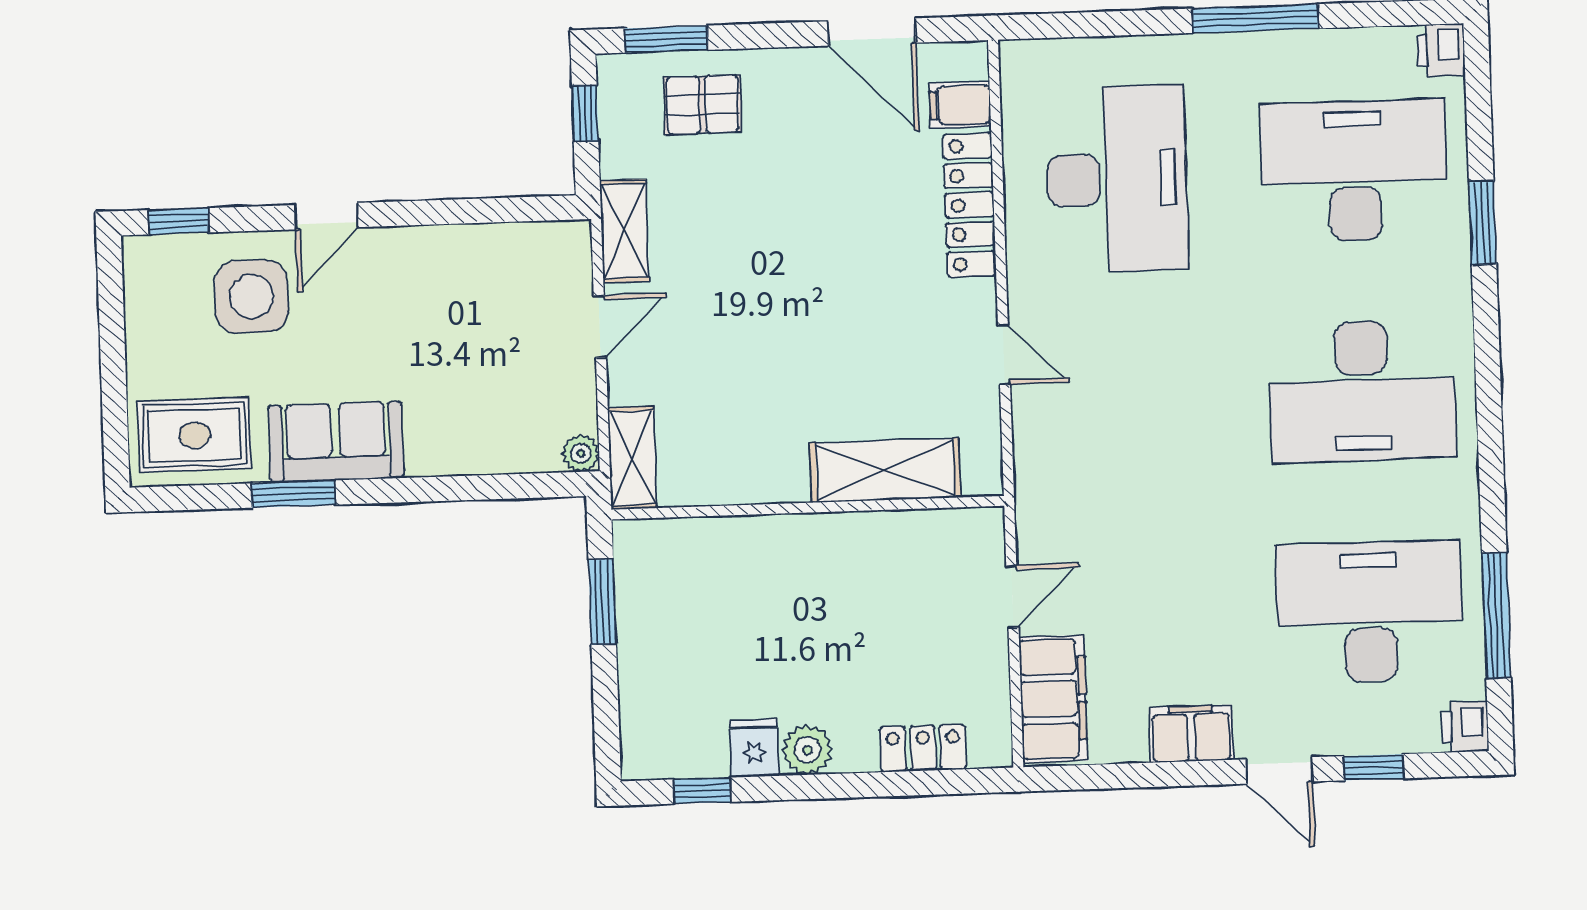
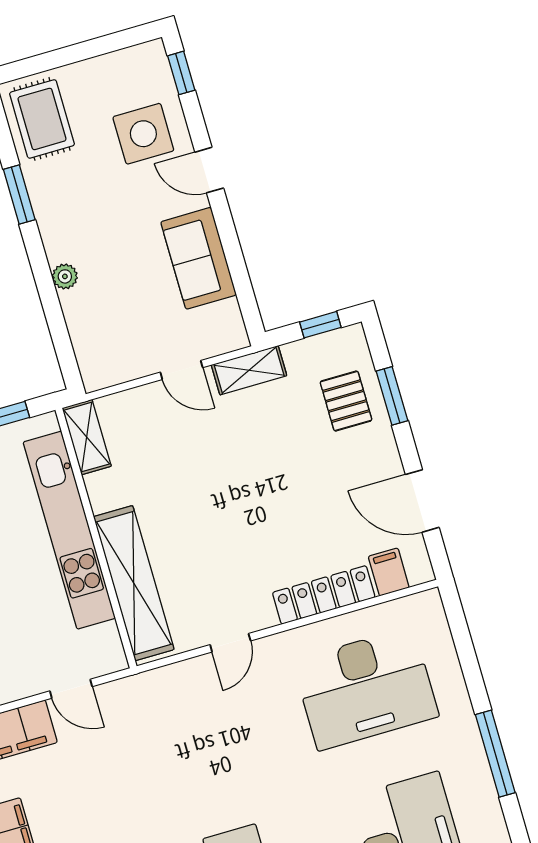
door: (871, 32) -> (422, 501), hinge flipped
window: (666, 39) -> (392, 396), moved
sofa: (336, 442) -> (199, 258), moved, turned 180
plant: (581, 453) -> (65, 276), moved
shelving: (632, 458) -> (87, 437), moved, turned 90
shelving: (885, 470) -> (134, 583), width x1.47
kitchen unit: (787, 543) -> (69, 530), added

